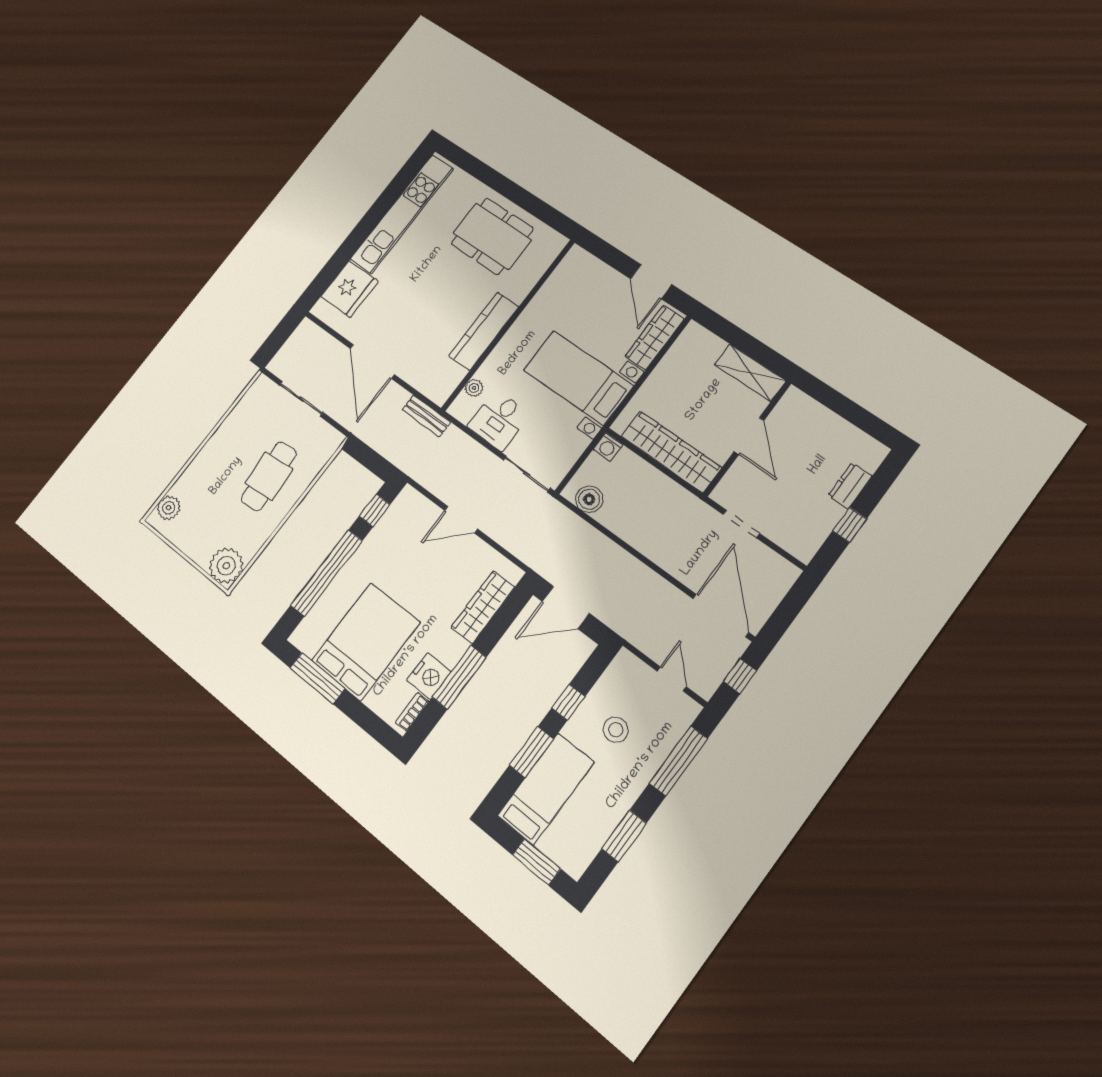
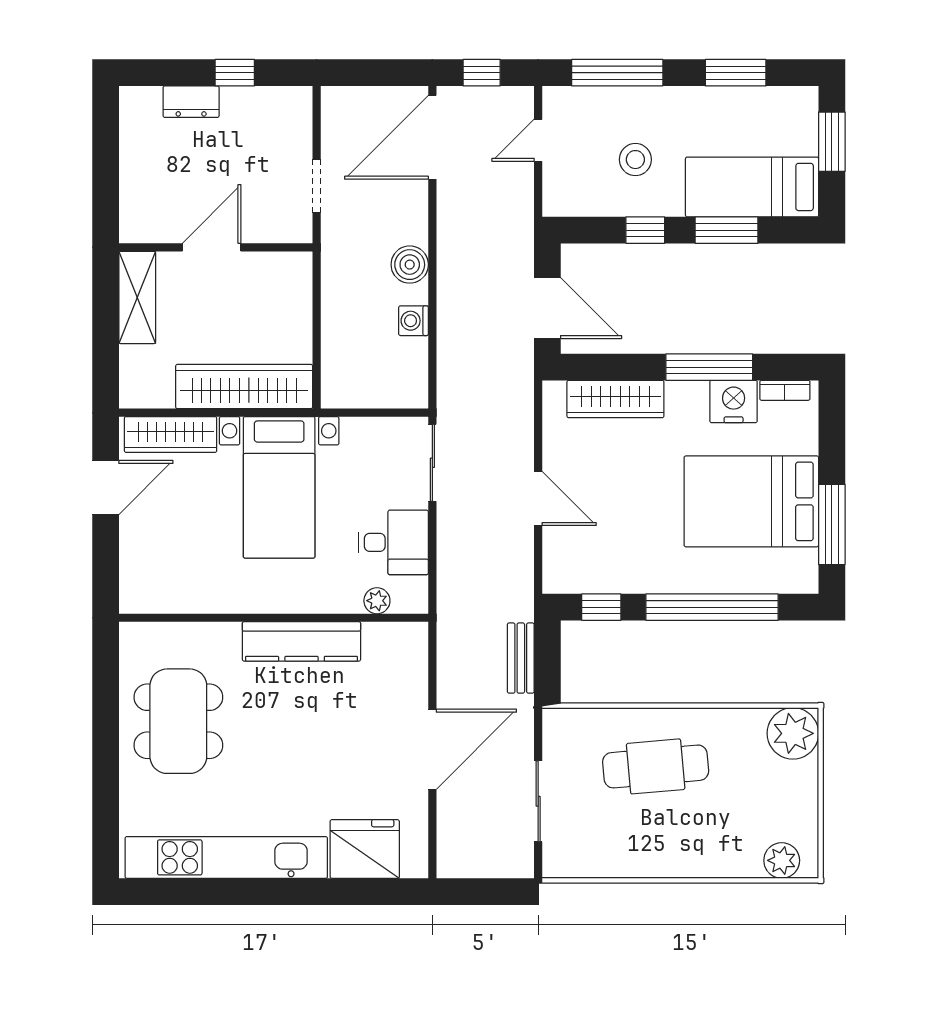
bench: (426, 416) -> (521, 658), moved
washing machine: (608, 447) -> (414, 321), moved, turned 180
wardrobe: (671, 452) -> (244, 387), moved, turned 90
boiler: (589, 499) -> (410, 265), moved

